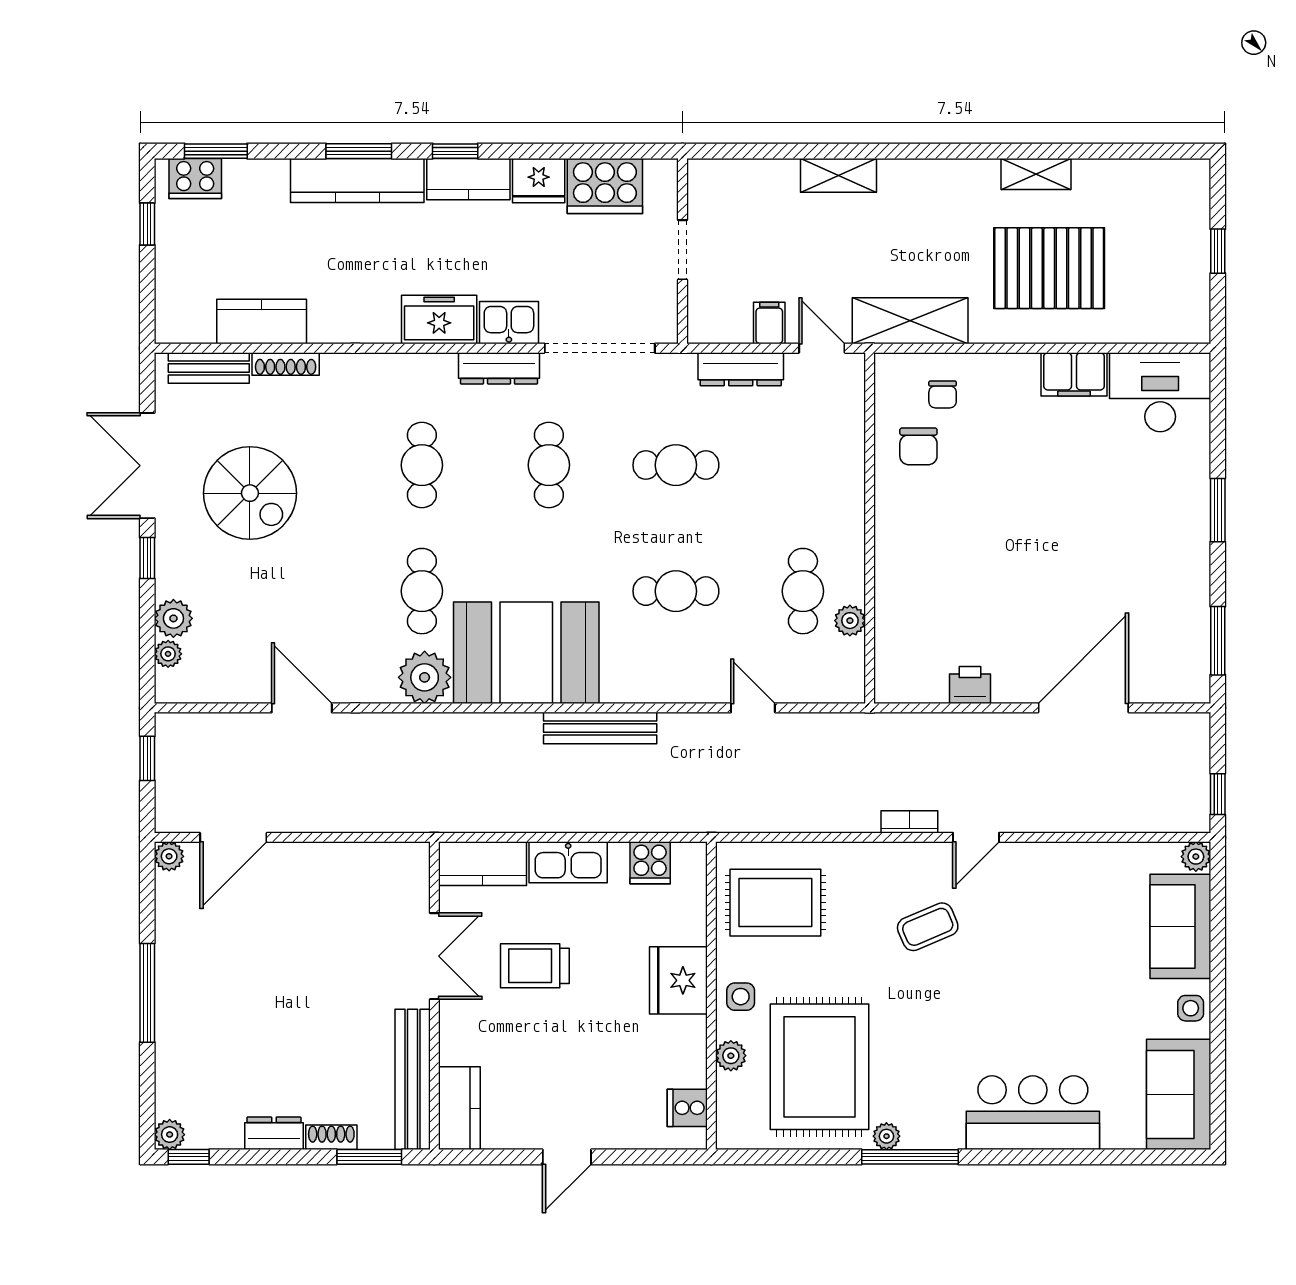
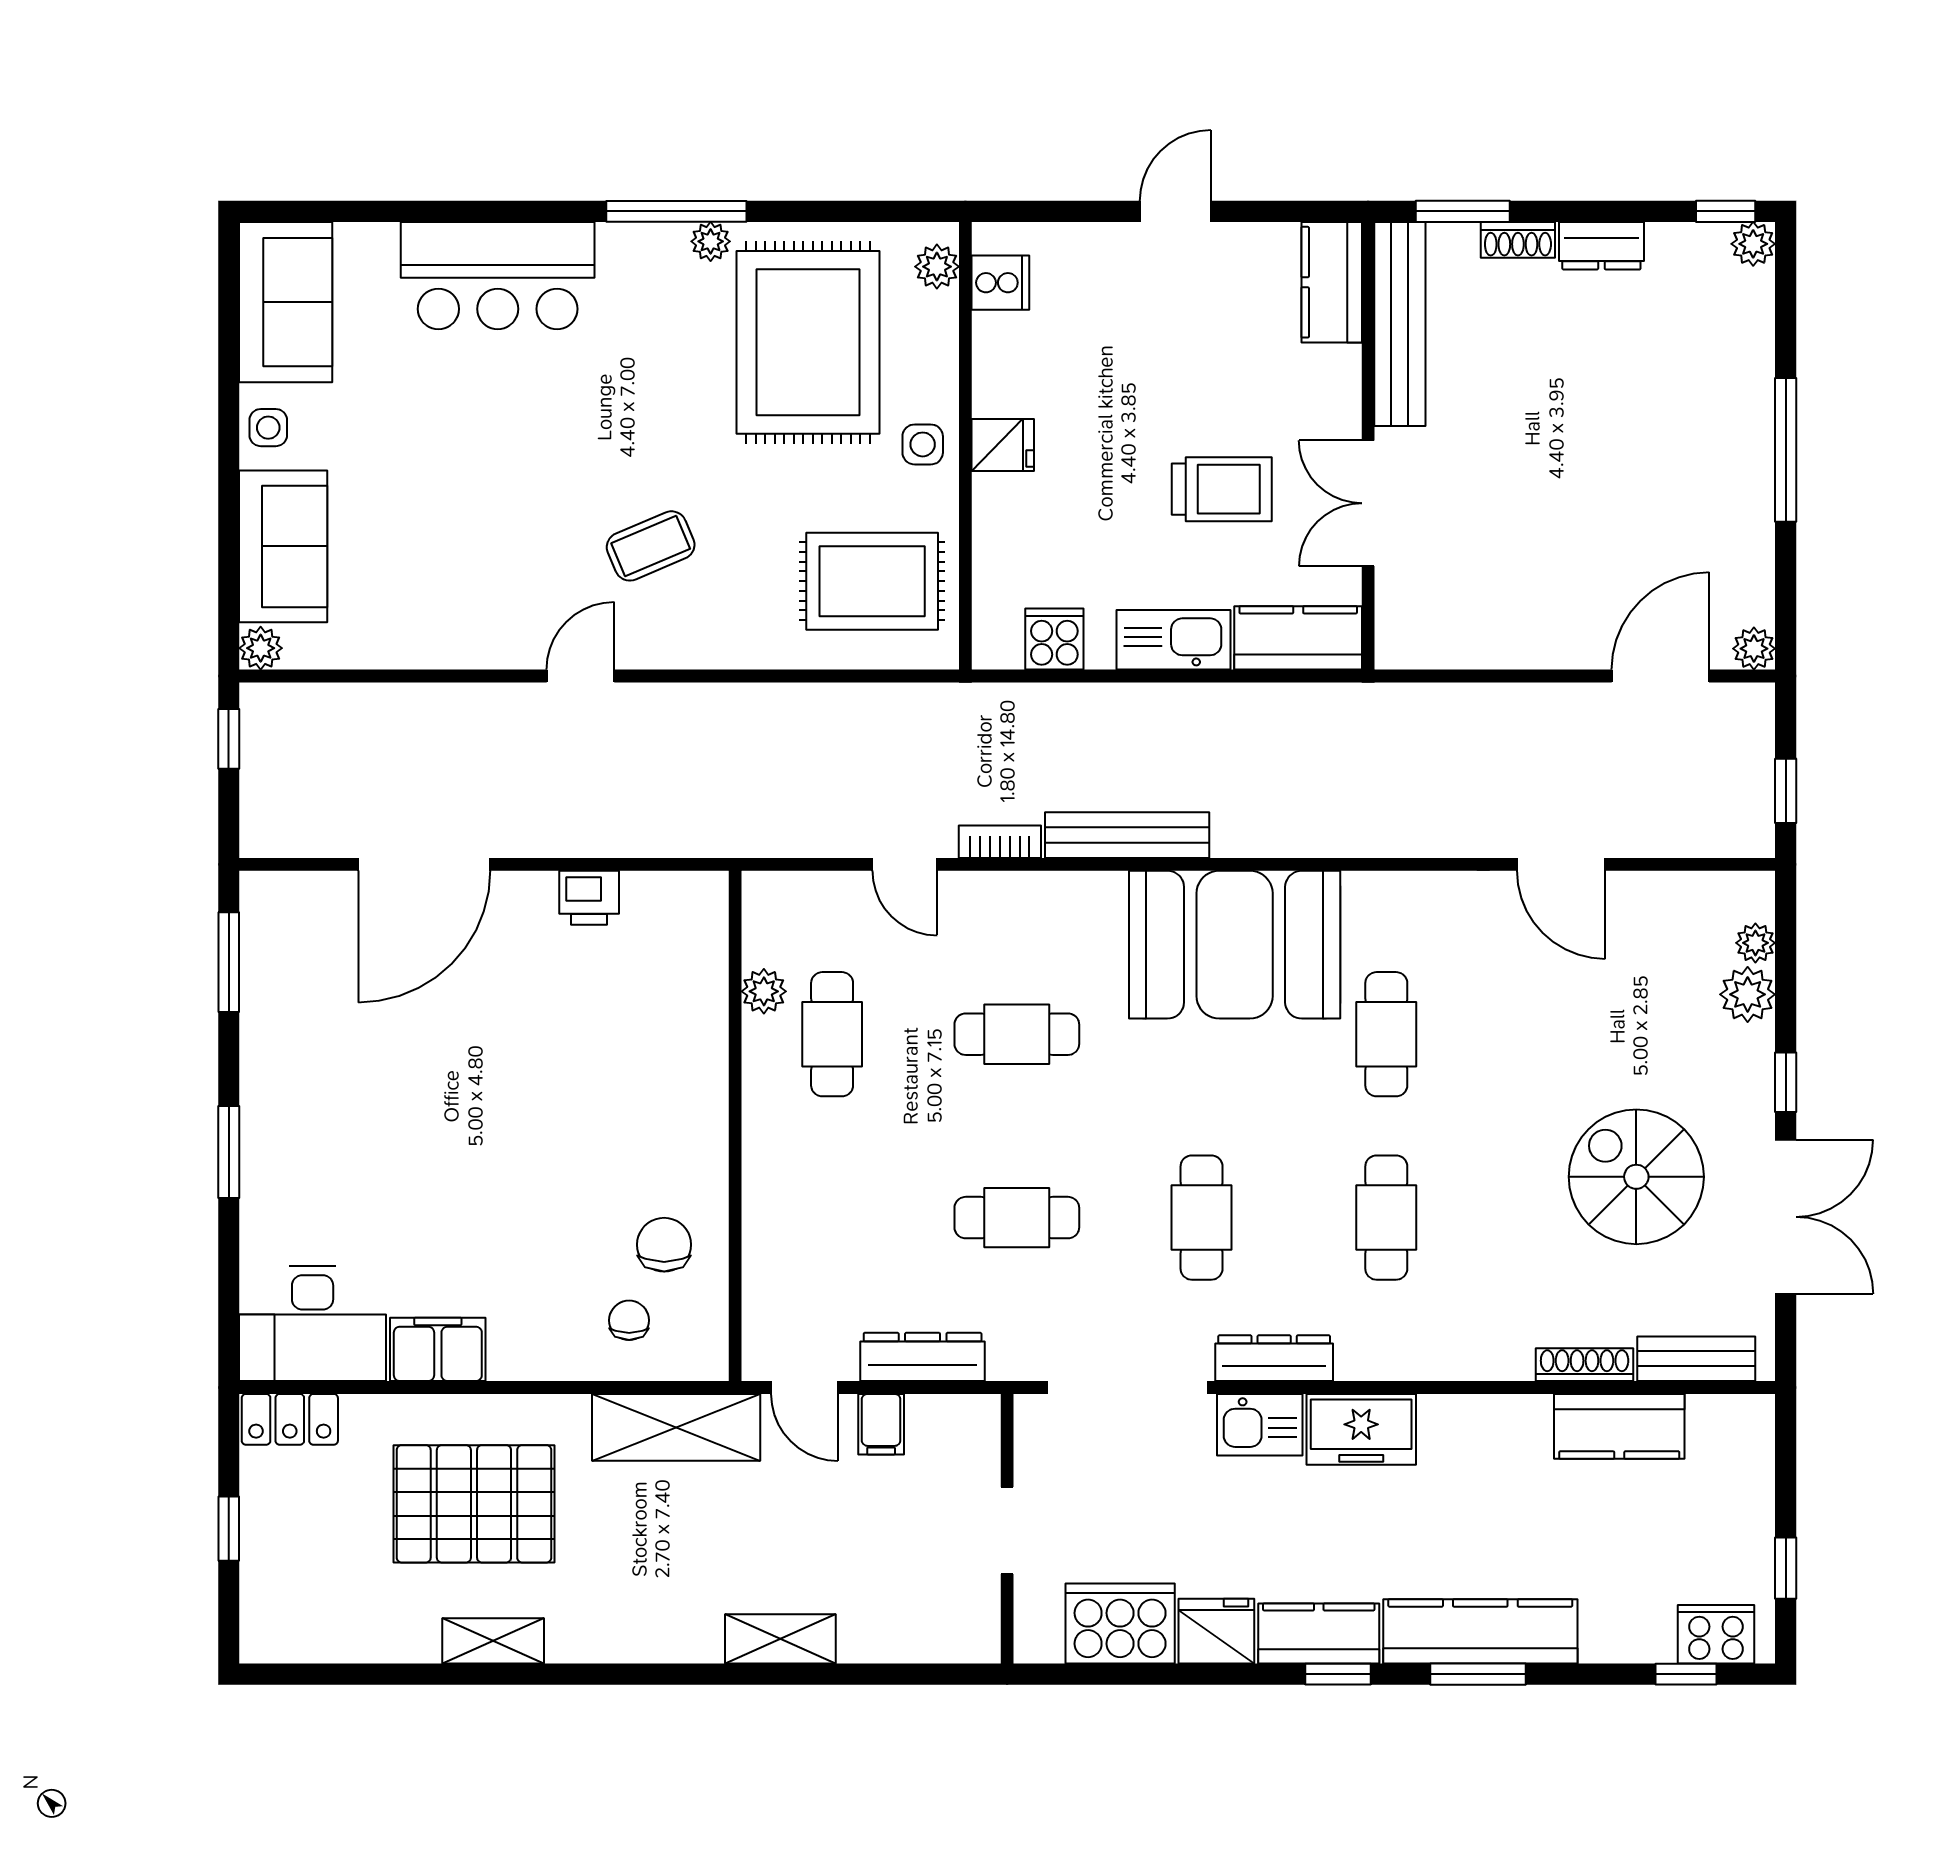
window: (216, 151) -> (1686, 1674), width x0.67
locker: (1176, 326) -> (290, 1419), added
plant: (425, 677) -> (1382, 909), removed
bookcase: (909, 822) -> (1000, 842), moved, turned 180
fridge: (678, 980) -> (1003, 445), width x0.53, depth x0.75
plant: (731, 1056) -> (937, 267), moved

